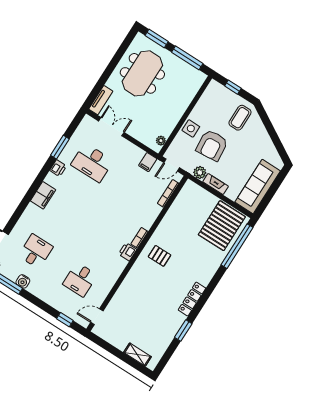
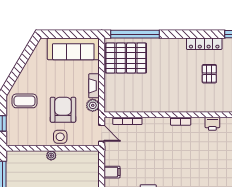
plant: (161, 141) -> (51, 156), moved
armchair: (212, 145) -> (63, 110), turned -85
filing cabinet: (148, 162) -> (112, 172), moved
printer: (128, 252) -> (212, 124), moved
pallet: (160, 256) -> (209, 74), moved

